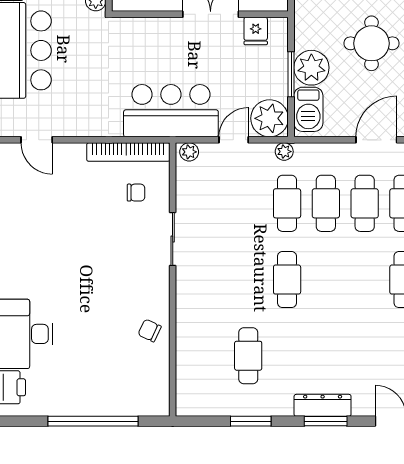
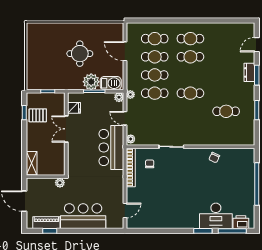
plant: (270, 118) -> (119, 97), width x0.53, depth x0.53
cafe table: (365, 280) -> (190, 57), added
dresser: (323, 405) -> (249, 72), width x0.70

